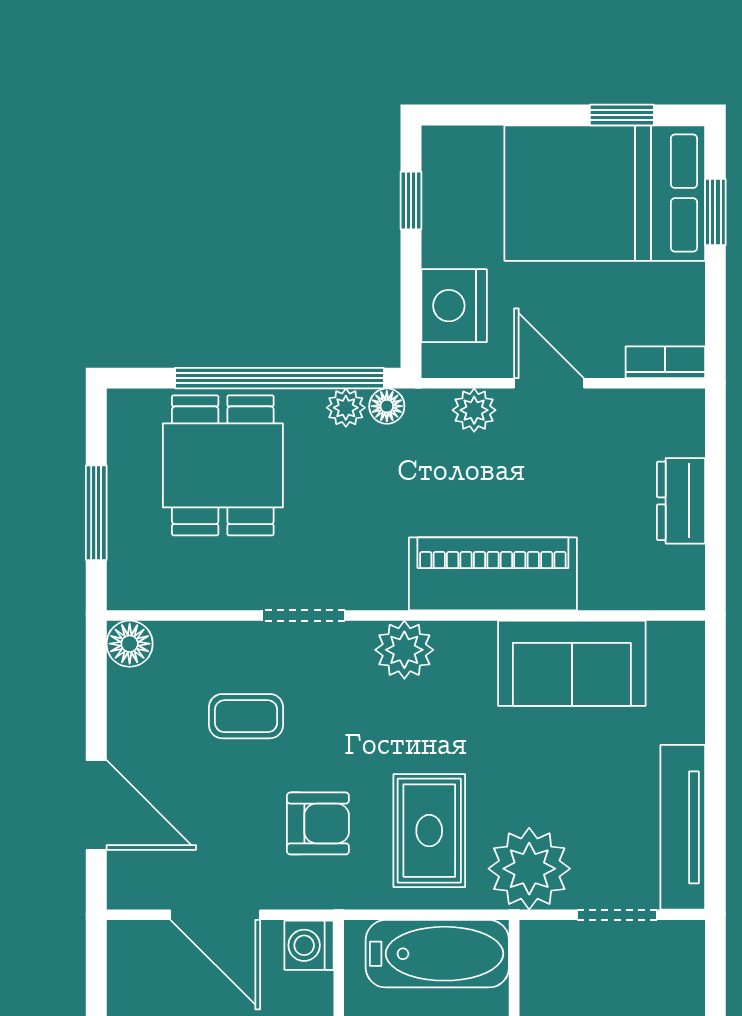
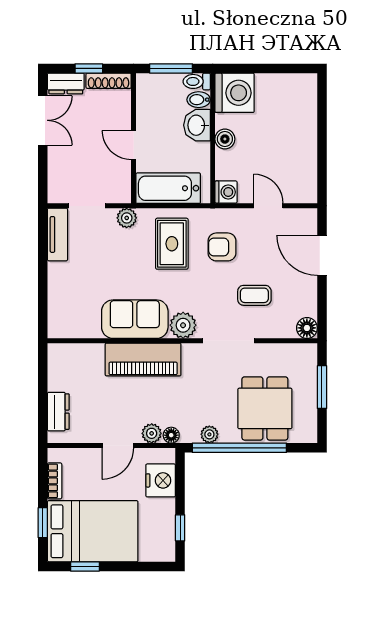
bookcase: (665, 362) -> (55, 481), moved, turned -90
door: (549, 383) -> (118, 445), hinge flipped
floor lamp: (387, 406) -> (171, 435), moved
dresser: (681, 501) -> (58, 412), moved
doorway: (303, 615) -> (229, 341), width x1.38
sofa: (572, 663) -> (135, 319), moved
tv unit: (683, 827) -> (57, 234), width x0.71
plant: (529, 869) -> (127, 218), width x0.53, depth x0.53
door: (215, 915) -> (268, 206), width x0.73

